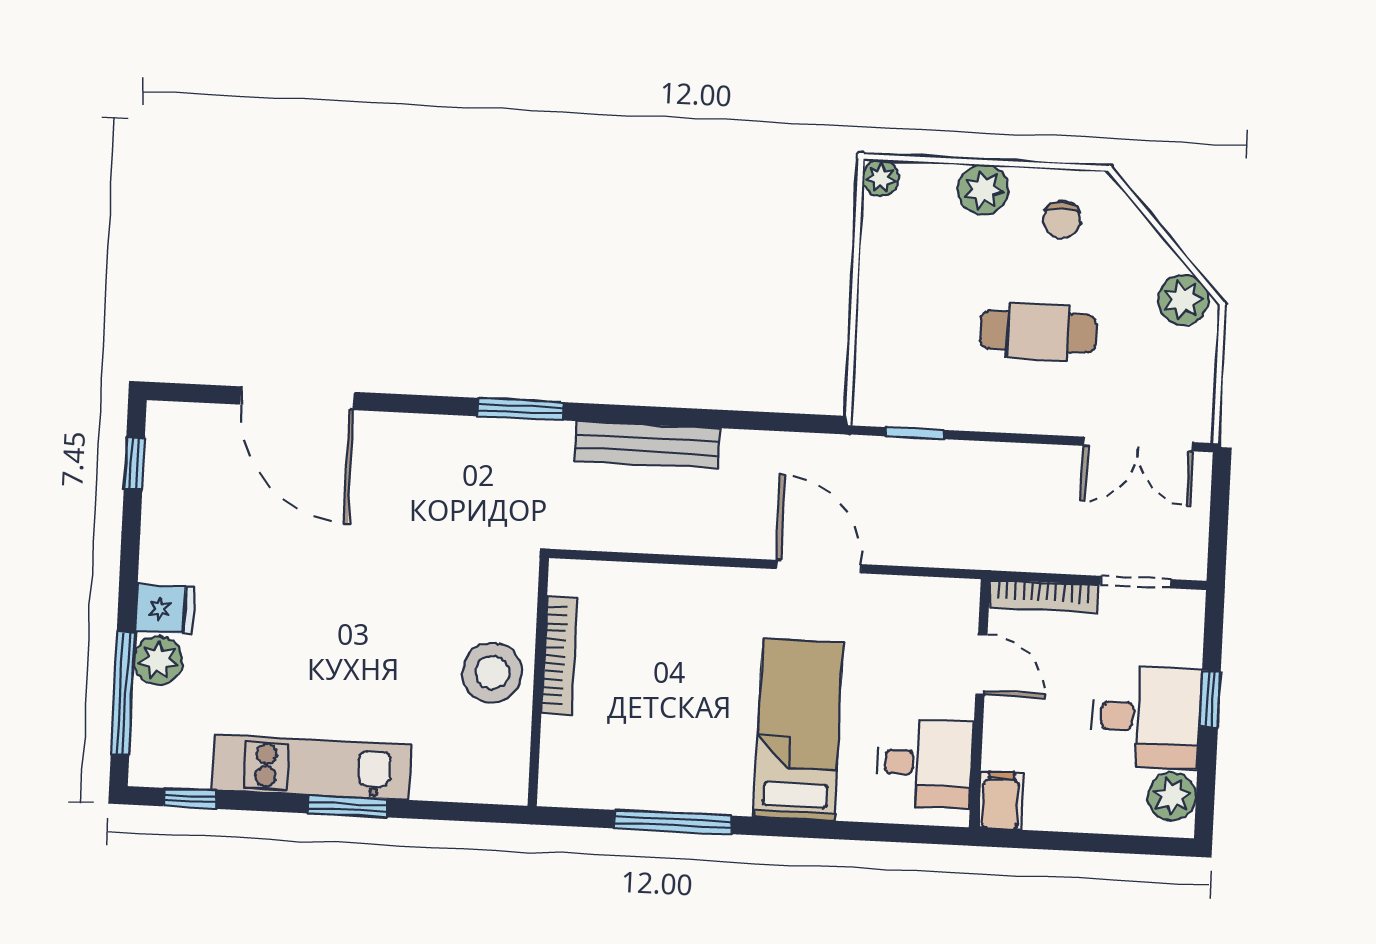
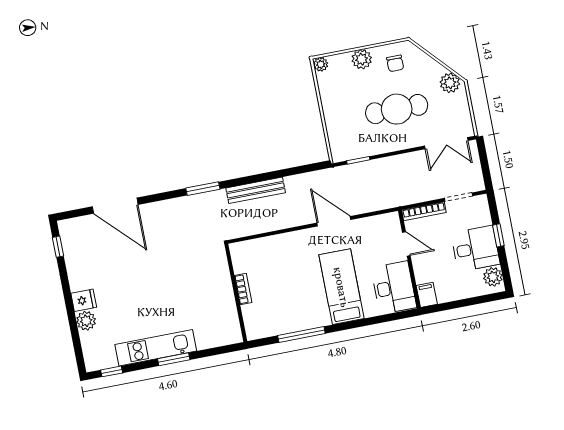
cafe table: (1038, 332) -> (397, 109), width x1.37, depth x1.35
bookcase: (559, 656) -> (243, 289), width x0.64
stool: (492, 673) -> (217, 294), removed
window: (123, 693) -> (76, 337), removed
desk: (925, 763) -> (394, 288), width x1.37

